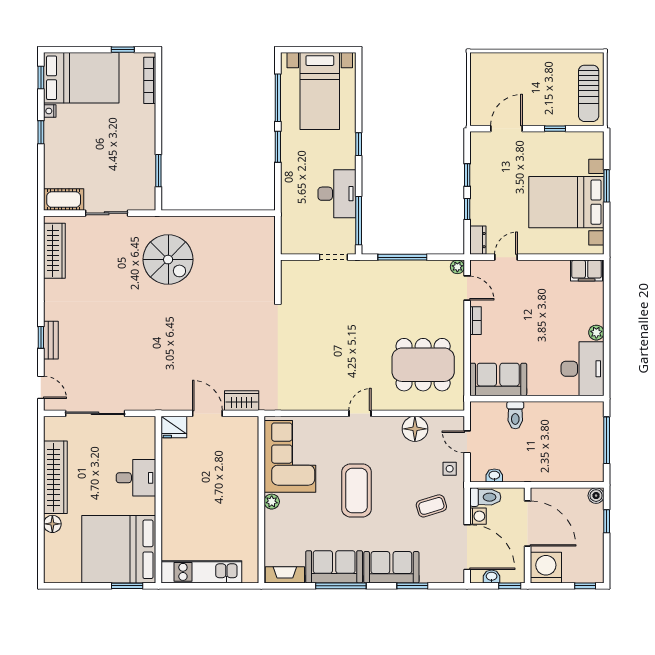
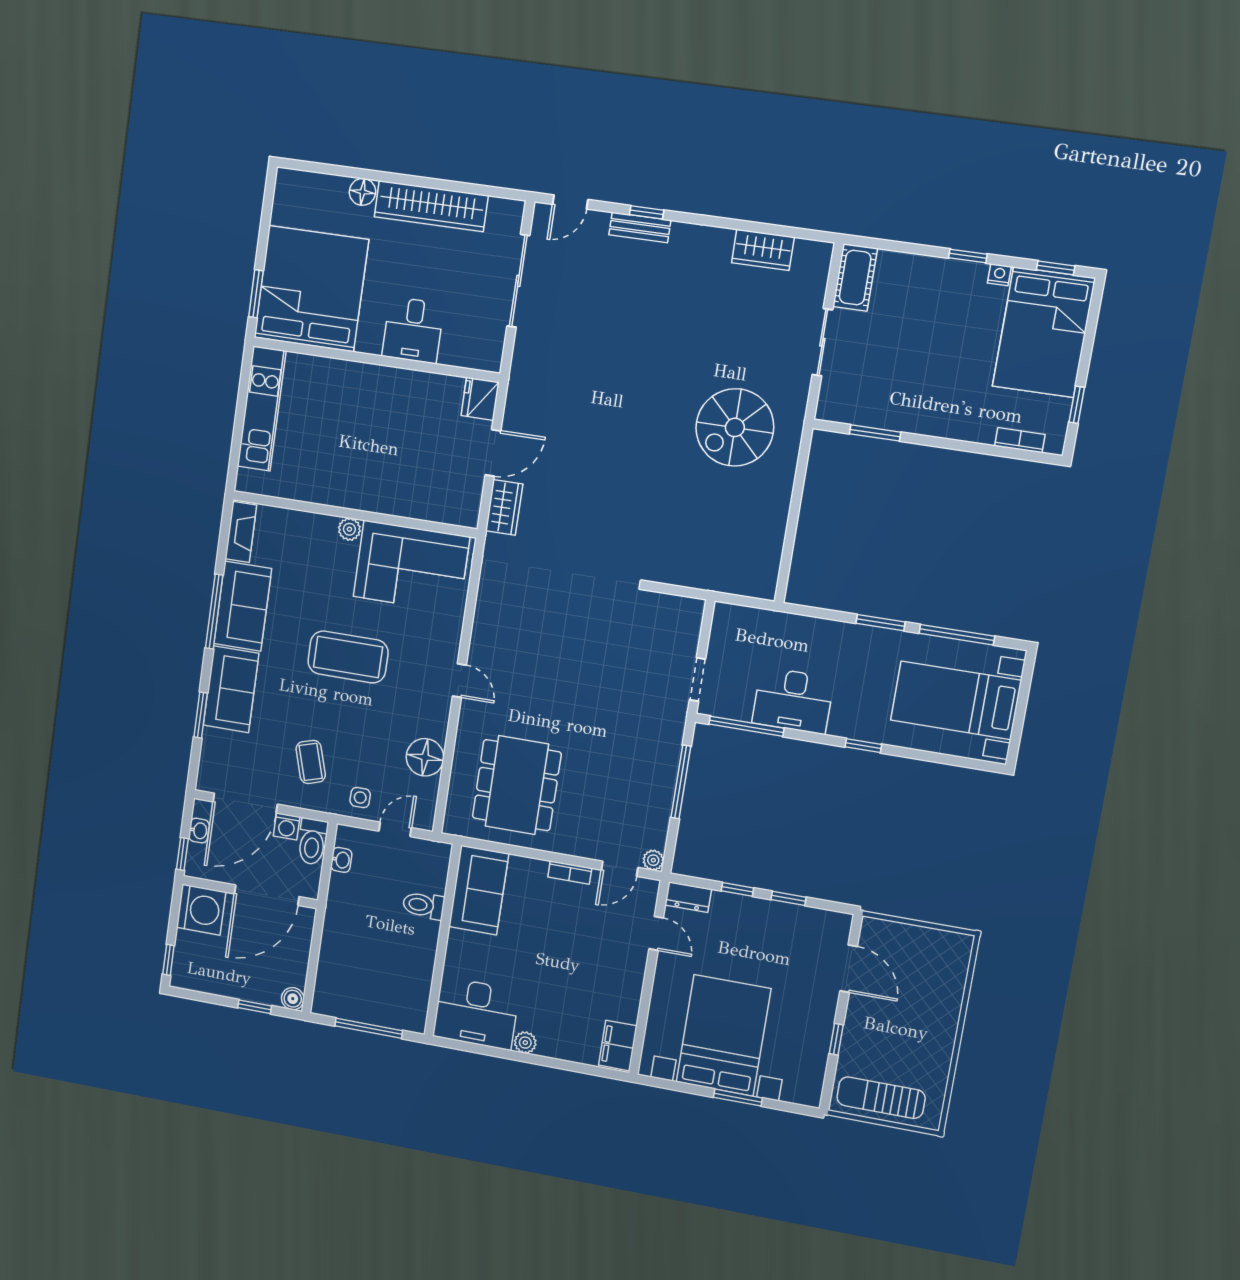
bookcase: (150, 80) -> (1020, 440), width x0.64
wardrobe: (54, 251) -> (763, 250), width x0.67

